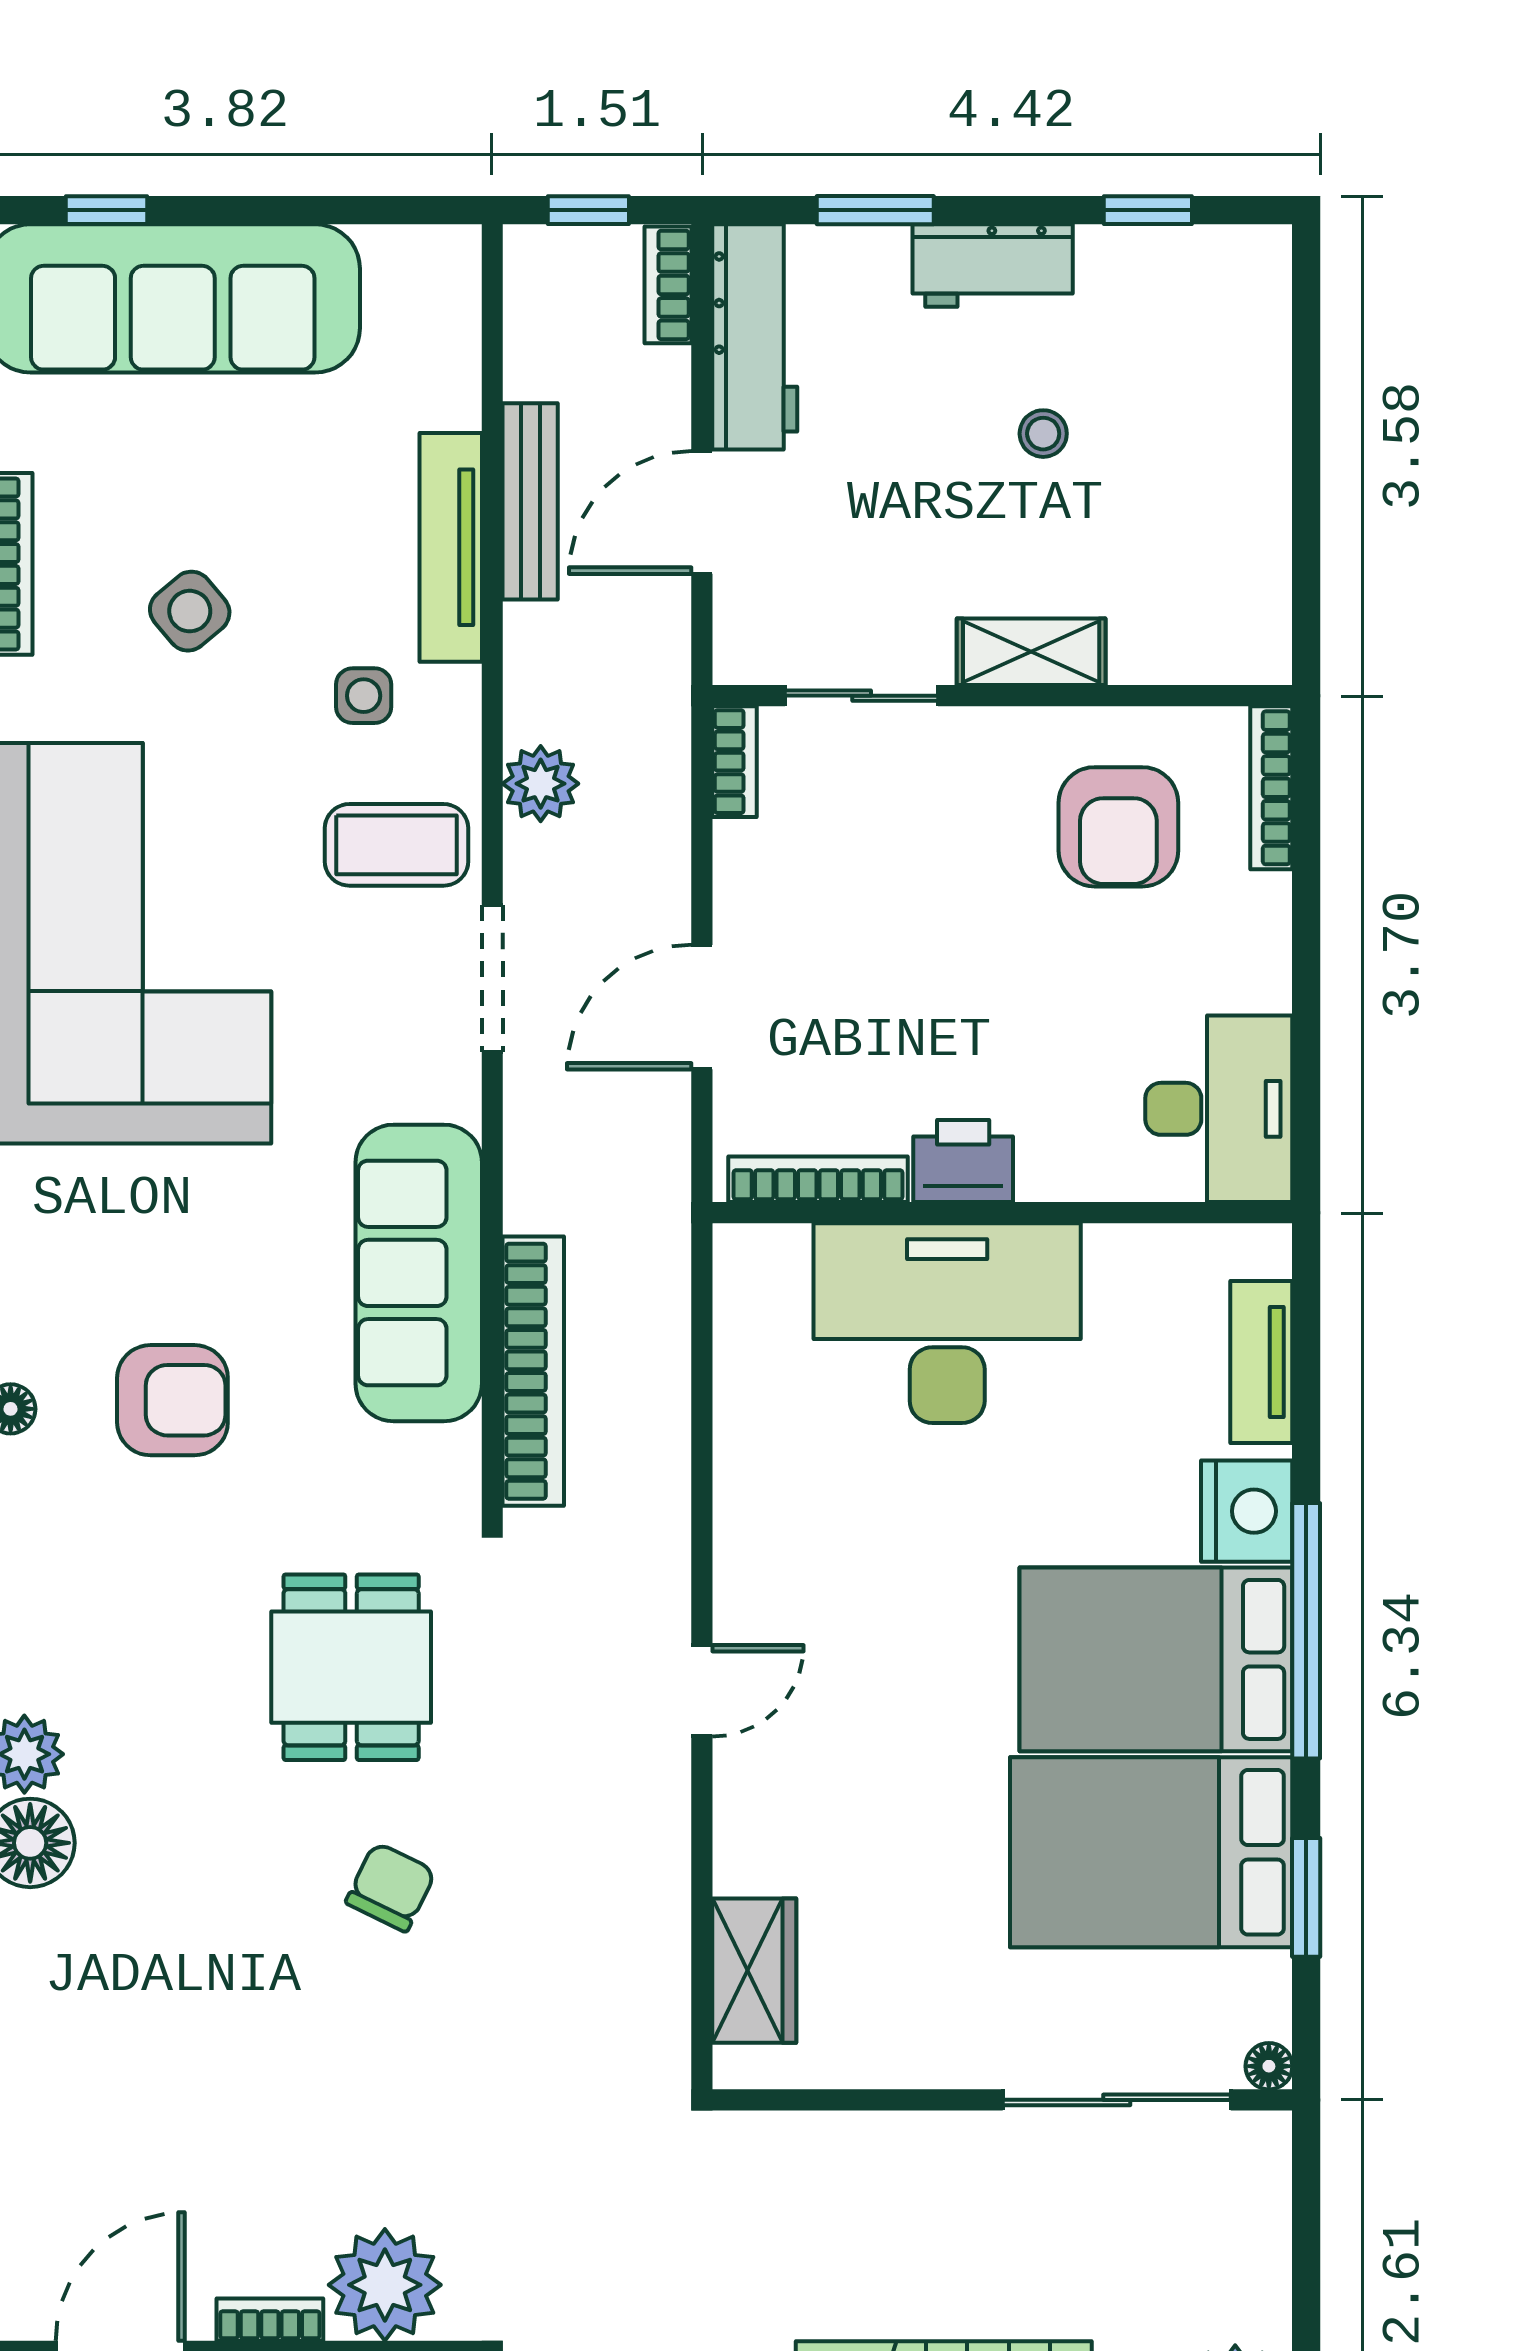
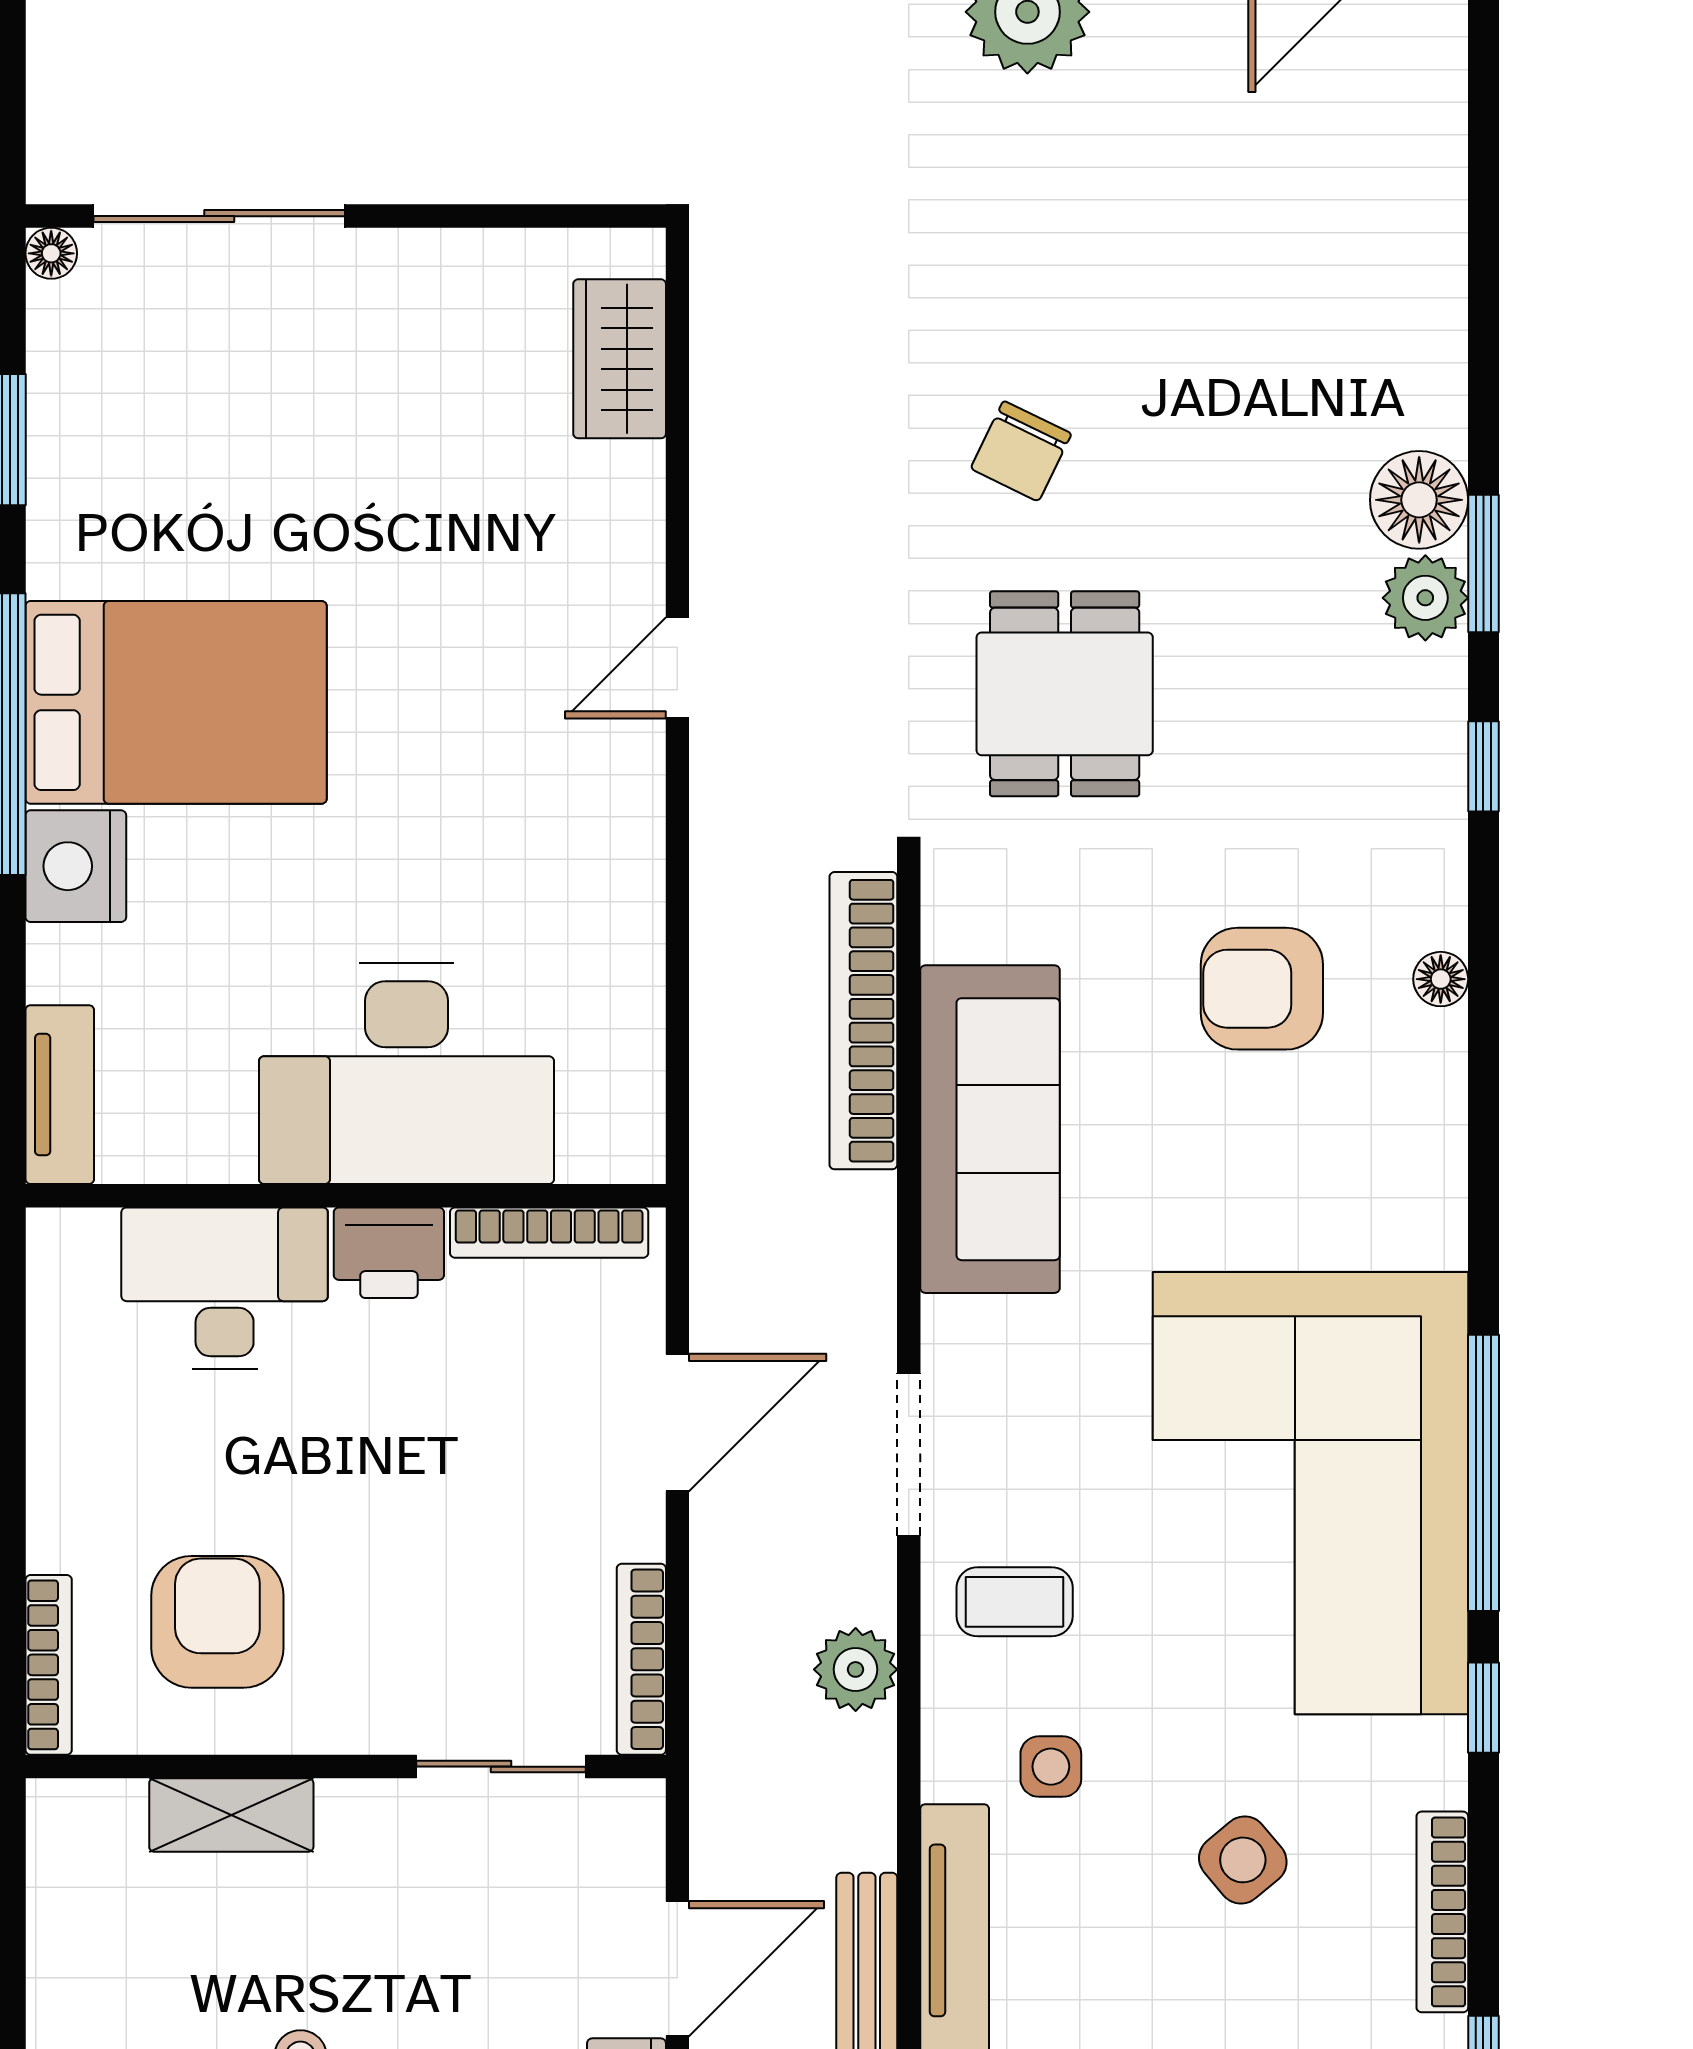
shelving: (1031, 652) -> (231, 1815), moved
bookcase: (735, 762) -> (641, 1659), width x1.56
coffee table: (396, 845) -> (1015, 1602), width x0.73, depth x0.77
desk: (1219, 1109) -> (225, 1288), moved, turned 90
tv unit: (1261, 1362) -> (60, 1095), moved
bed: (1151, 1852) -> (181, 490), removed

